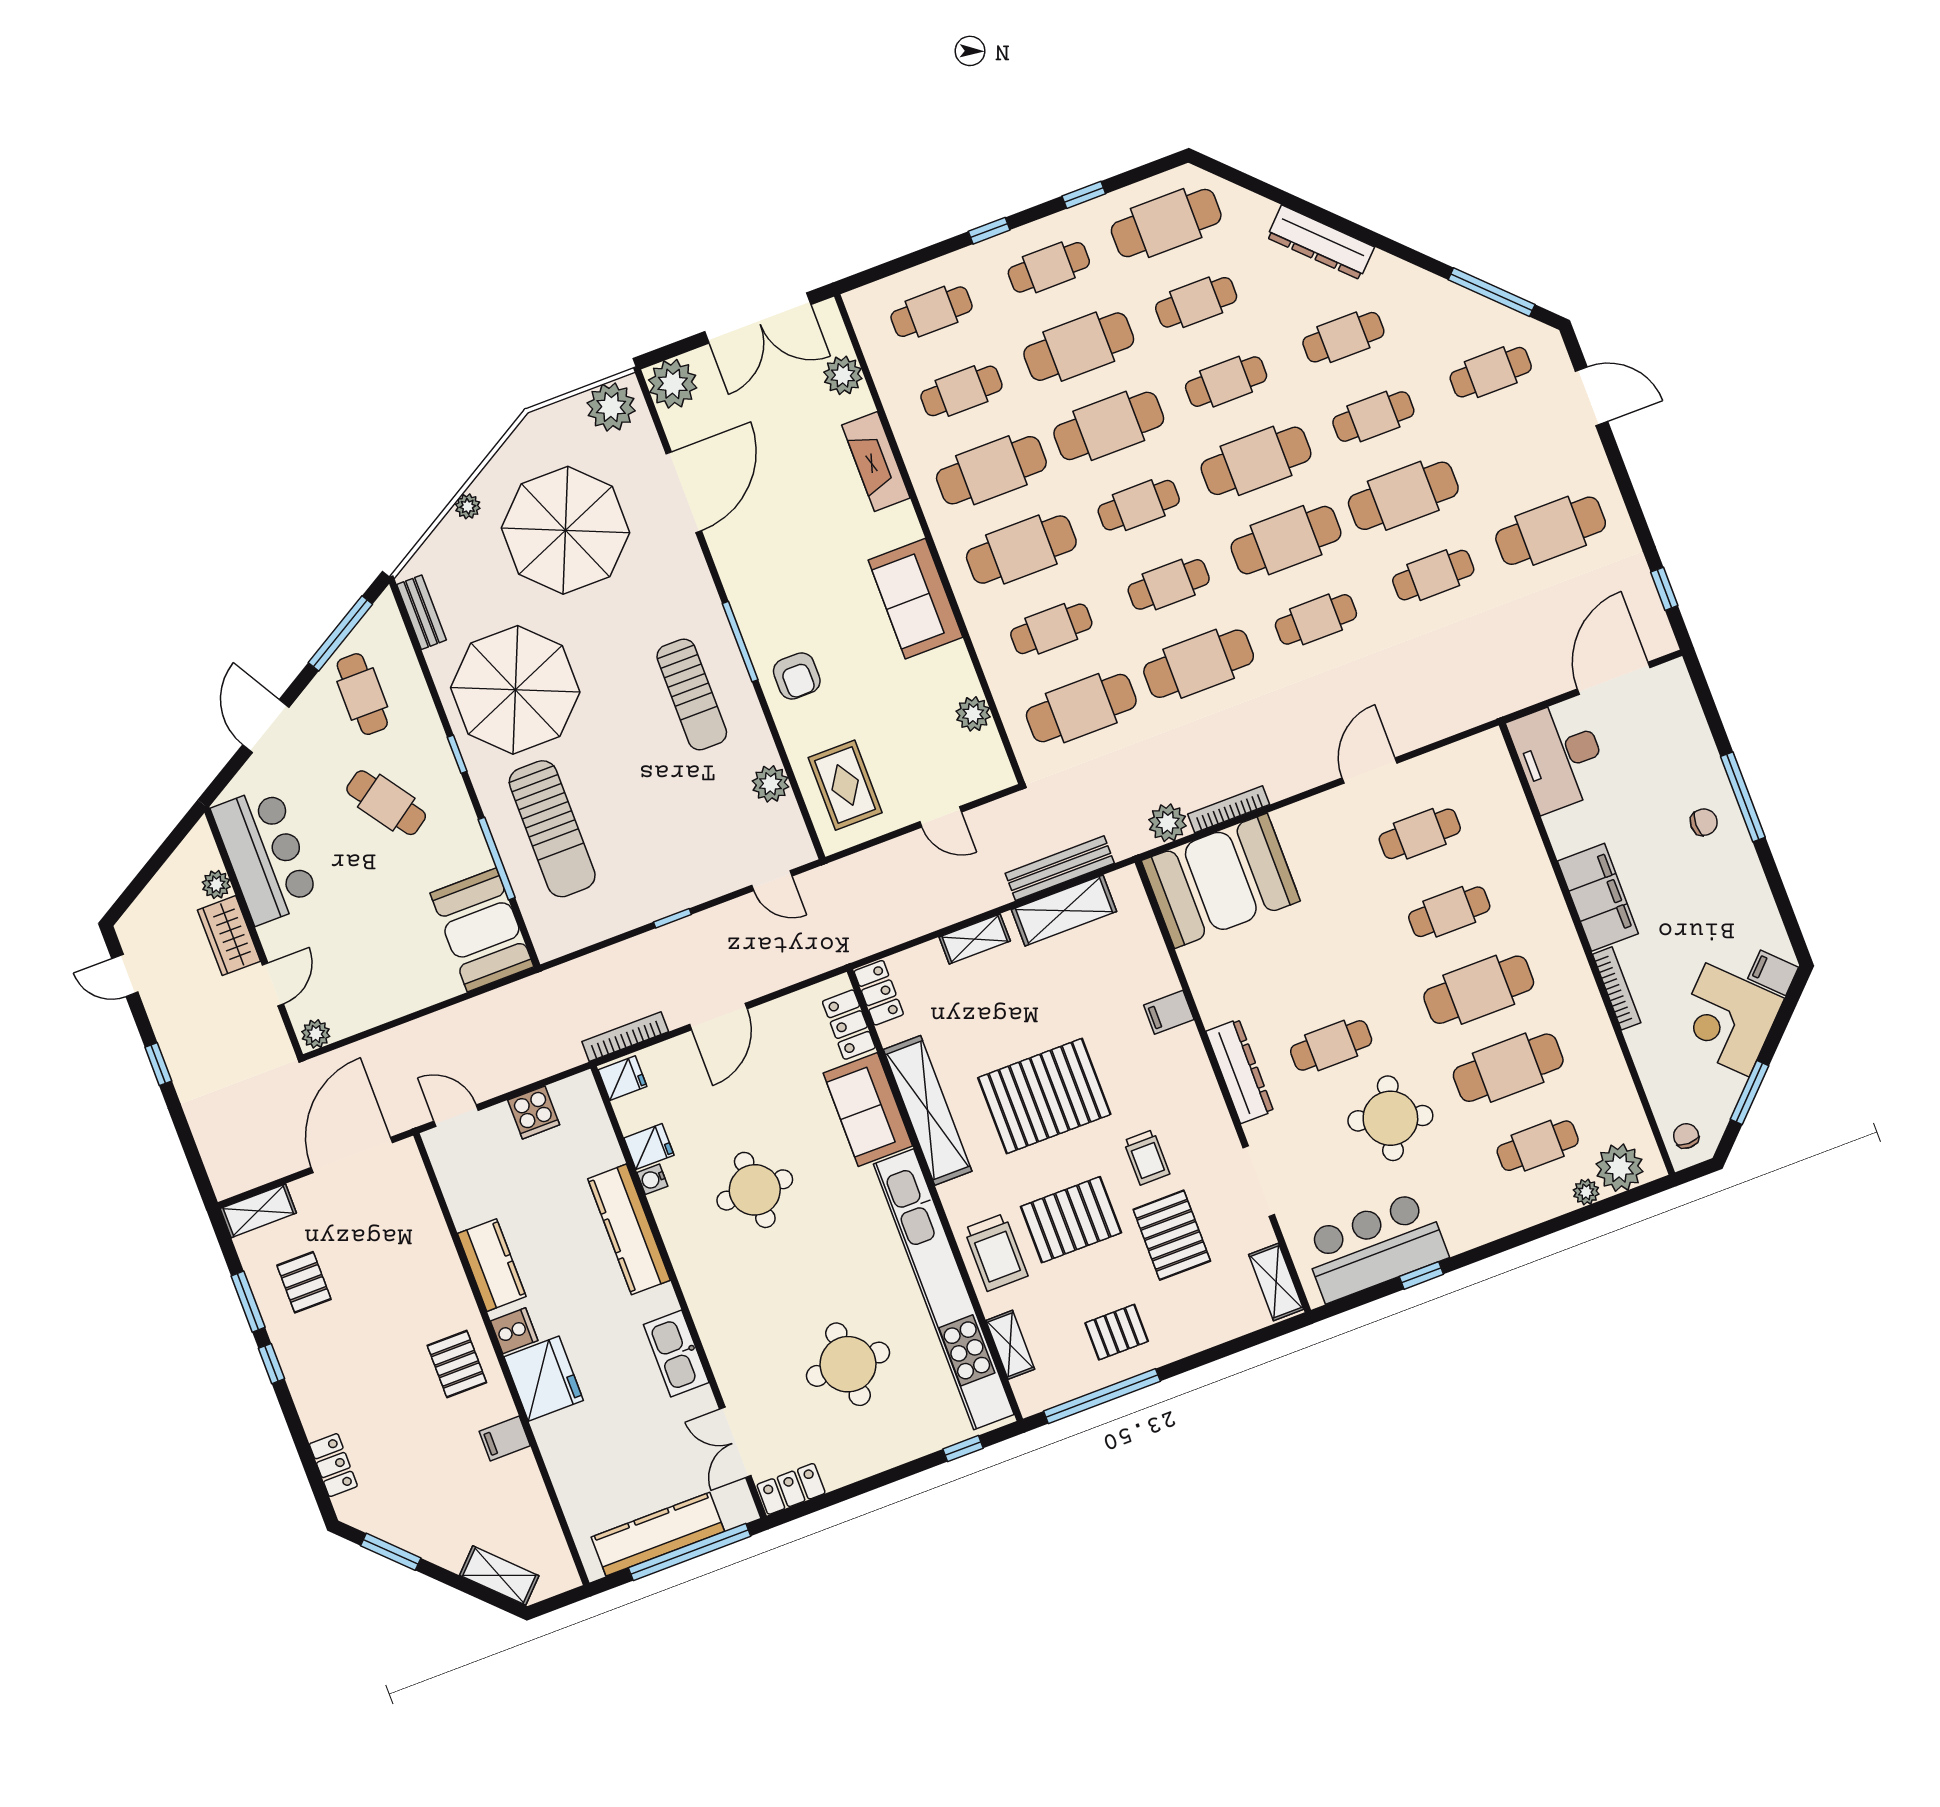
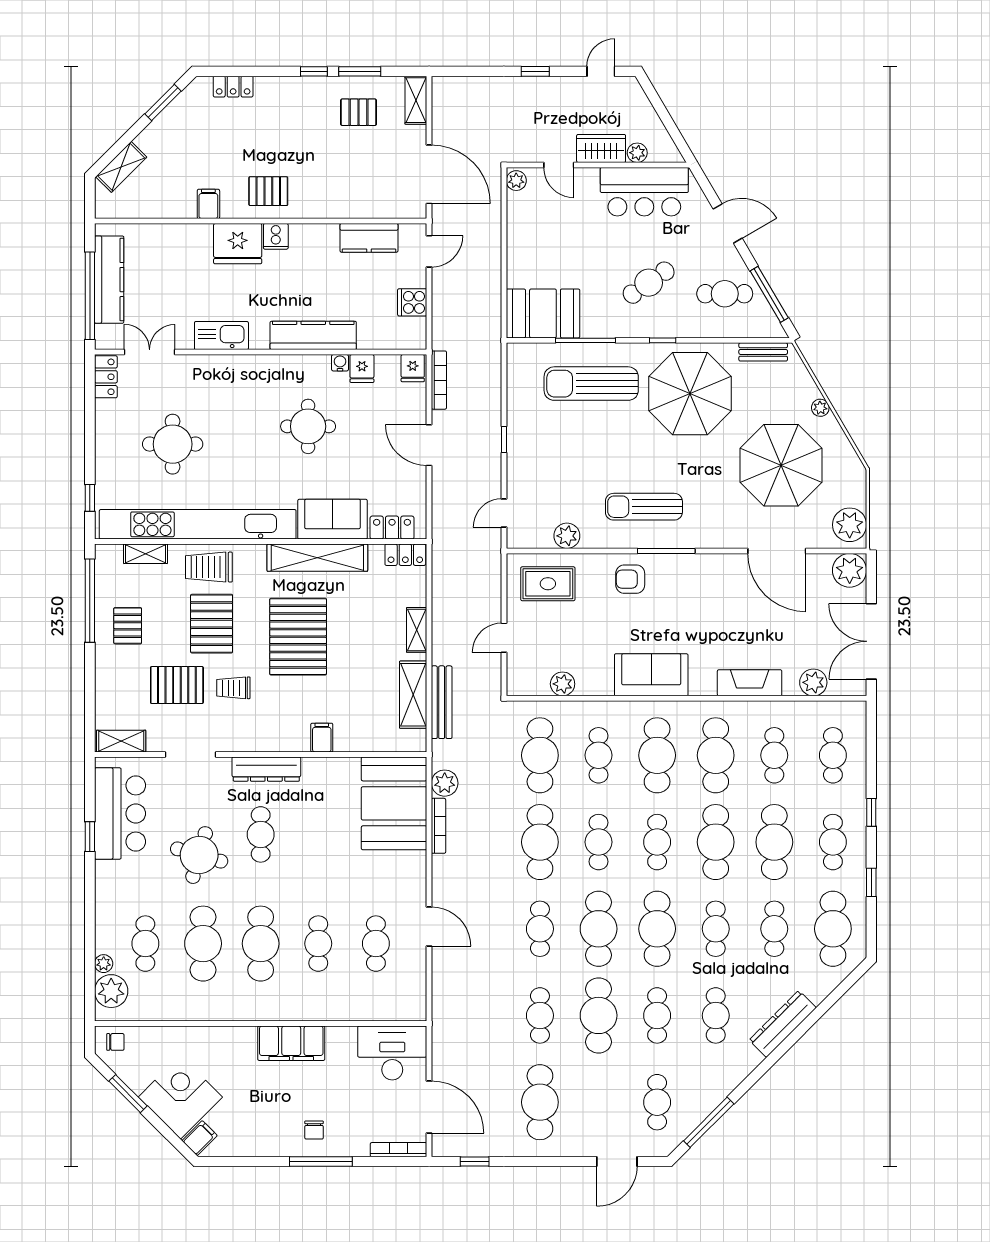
bookcase: (1617, 988) -> (399, 1150), moved, turned 180
kitchen counter: (492, 1265) -> (369, 238), moved

